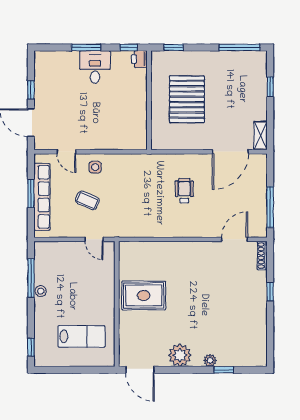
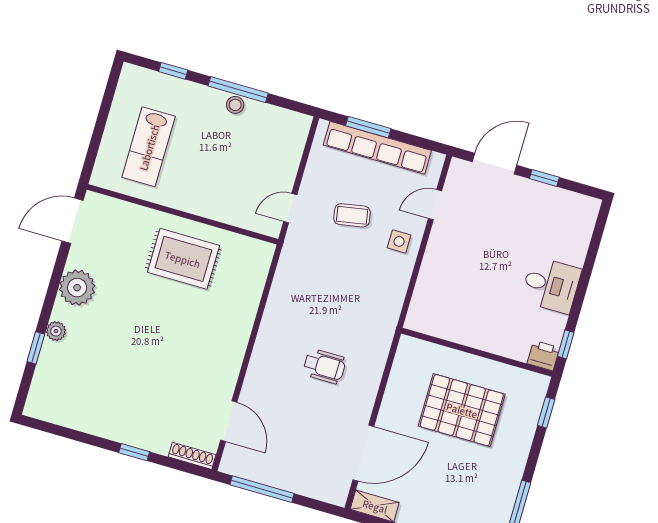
window: (86, 47) -> (584, 280), removed
door: (230, 152) -> (363, 453), swing flipped
window: (31, 193) -> (368, 127), moved
coffee table: (87, 200) -> (352, 215), turned 56
window: (31, 278) -> (238, 90), moved
rug: (144, 295) -> (183, 259), turned 90
window: (31, 347) -> (173, 71), moved

